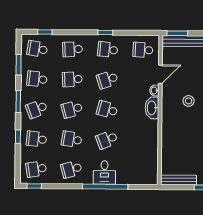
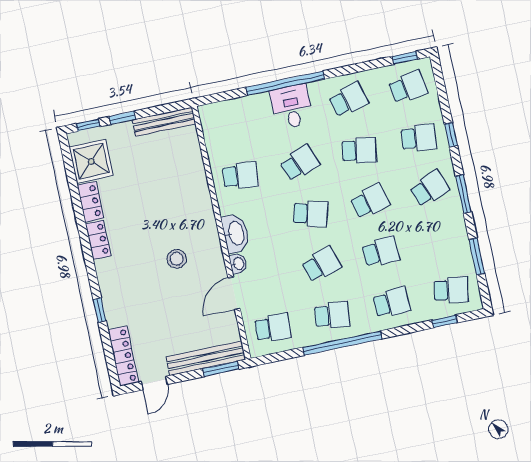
window: (105, 33) -> (342, 343), width x3.17
school desk: (37, 79) -> (240, 176), moved

